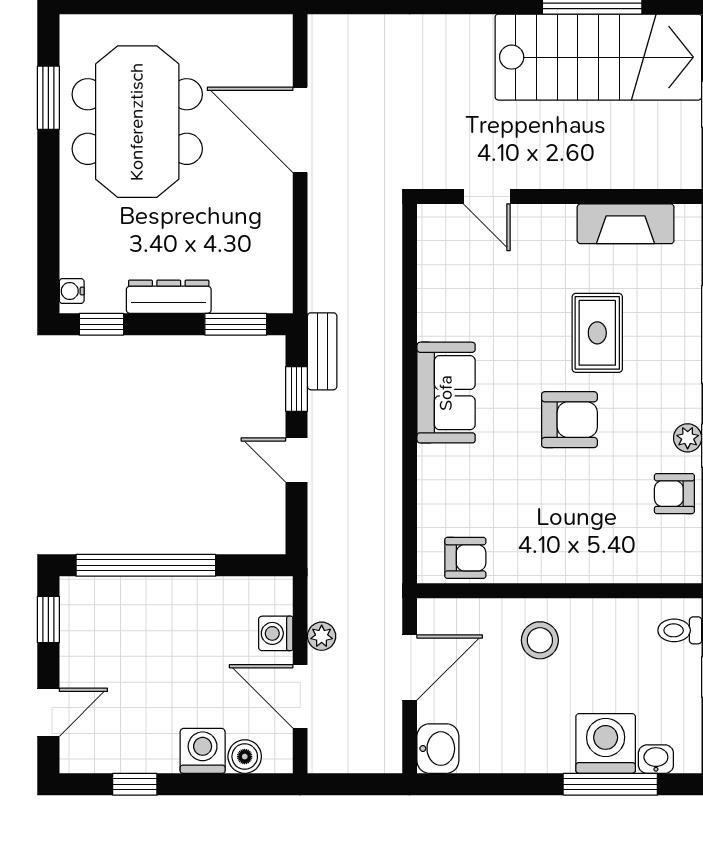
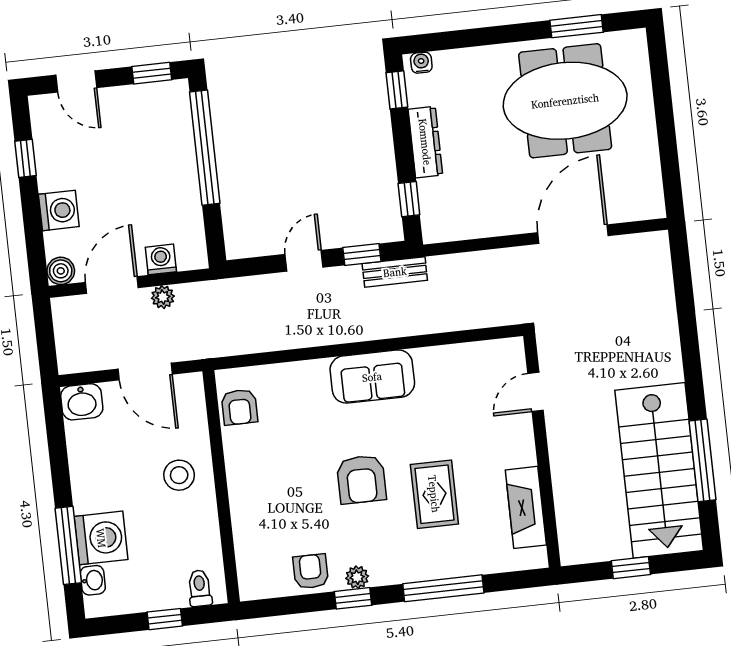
window: (236, 324) -> (409, 199), width x0.67
rug: (597, 333) -> (434, 494), turned 90
boiler: (245, 757) -> (61, 271), moved

